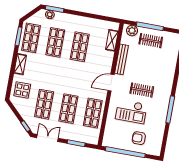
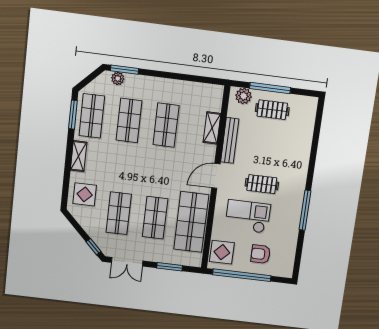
shelving: (112, 40) -> (212, 128), moved
checkout: (131, 112) -> (248, 216), turned 180
shop shelf: (93, 113) -> (191, 222), width x1.43, depth x1.36
display table: (112, 135) -> (222, 252), added
double door: (47, 138) -> (127, 262), swing flipped

